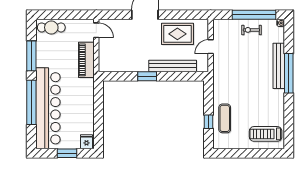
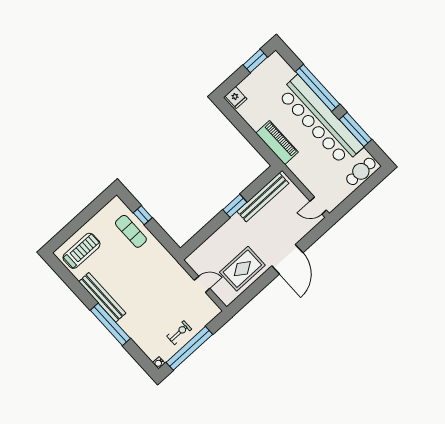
door: (211, 47) -> (202, 284), hinge flipped
piano: (86, 60) -> (277, 142), moved
bench: (173, 66) -> (263, 197), moved
bench: (279, 66) -> (102, 297), moved
bar counter: (48, 108) -> (320, 120), moved
window: (67, 153) -> (255, 61), moved

